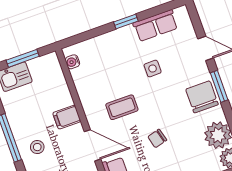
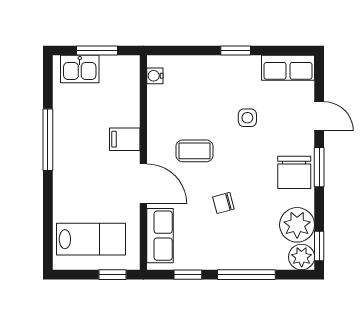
row of seats: (155, 26) -> (288, 68), moved
chair: (202, 97) -> (294, 172), turned 180
stool: (37, 147) -> (77, 162), removed

